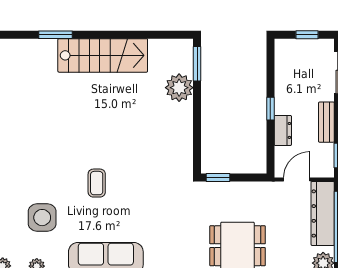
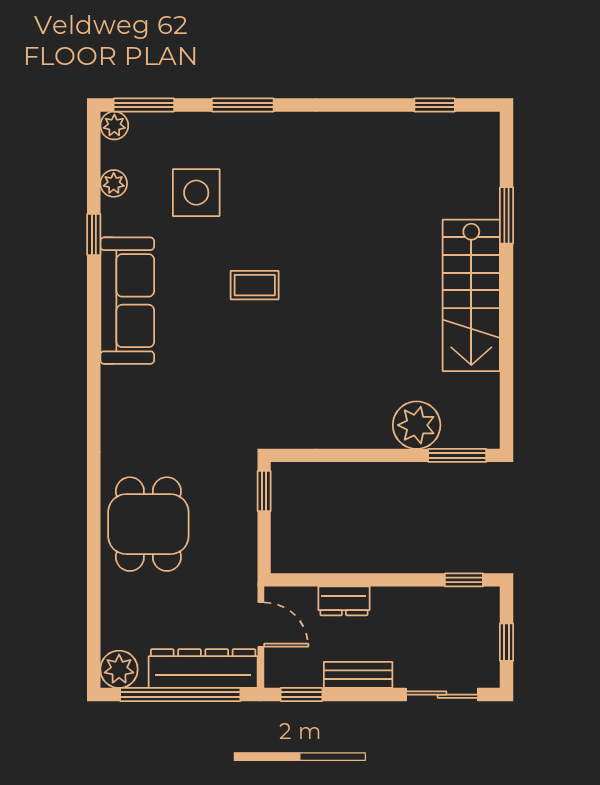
window: (270, 109) -> (464, 580), moved

